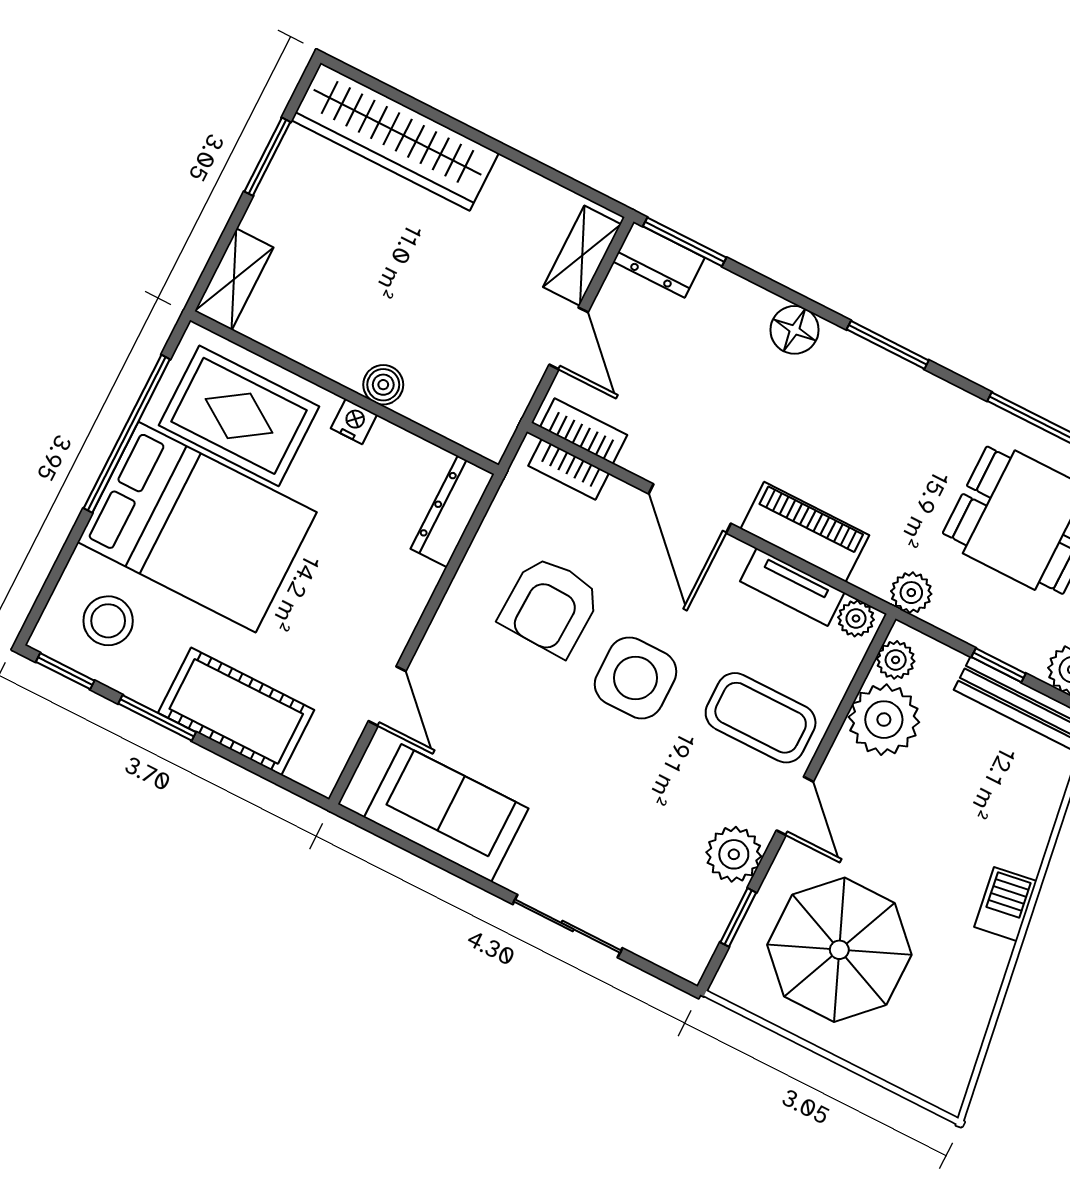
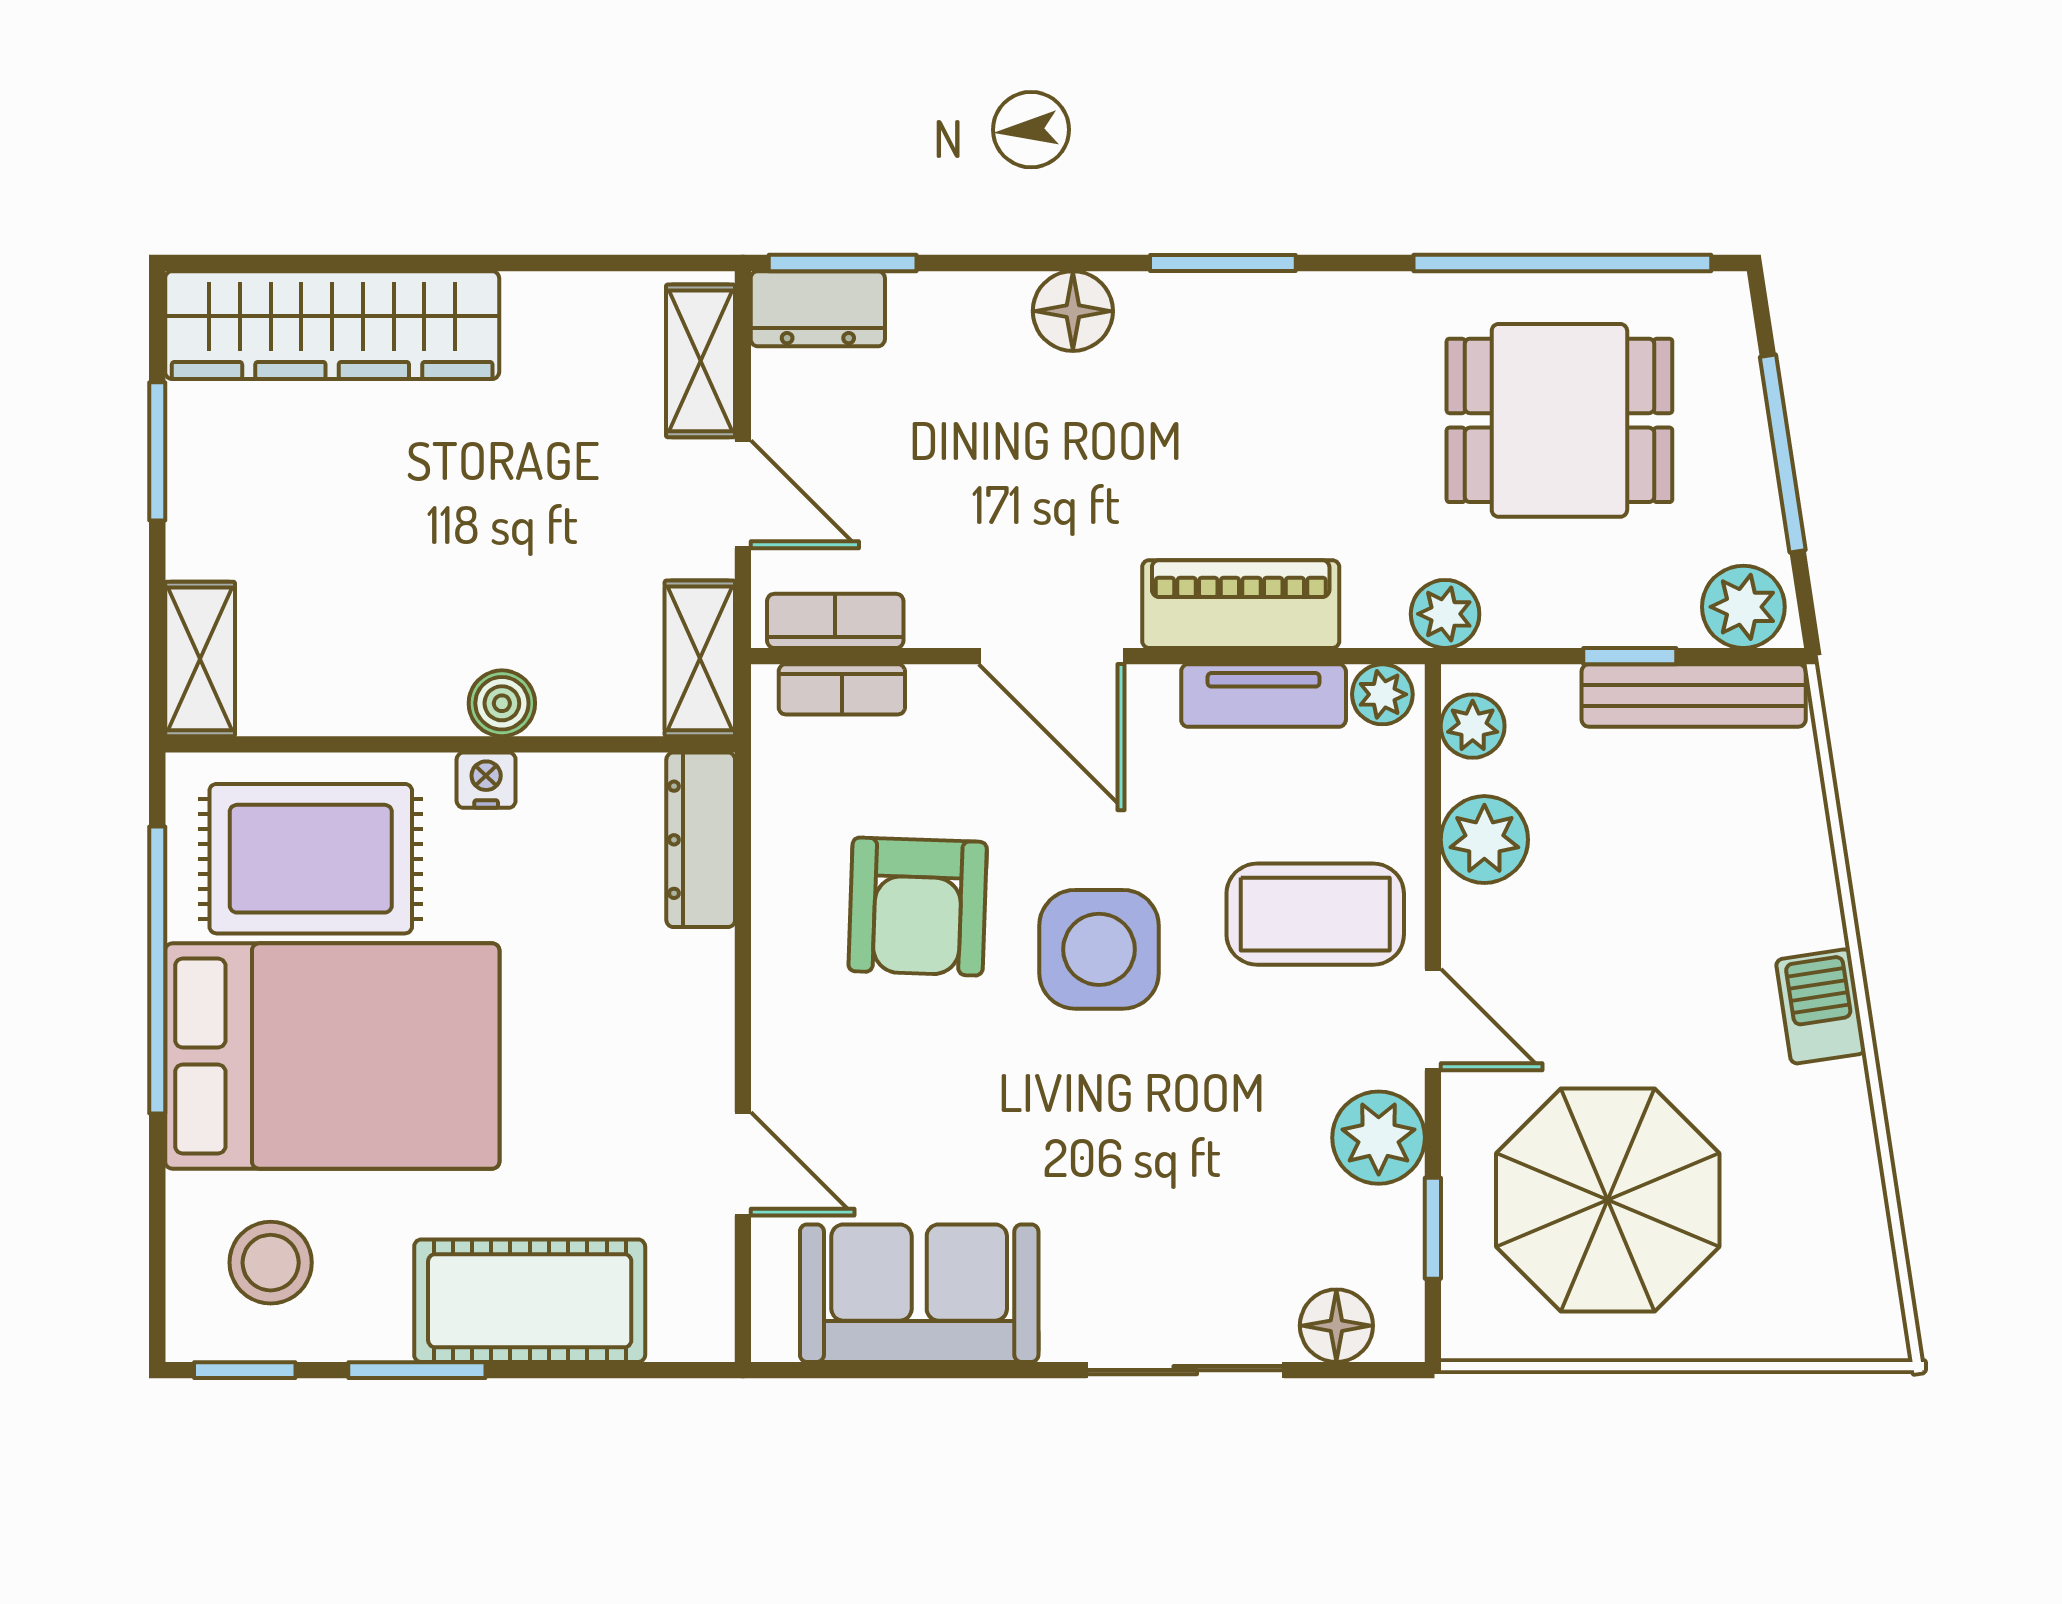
shelving: (501, 414) -> (700, 658), added
plant: (884, 720) -> (1484, 840), width x0.73, depth x0.73
floor lamp: (660, 943) -> (1336, 1326), added

